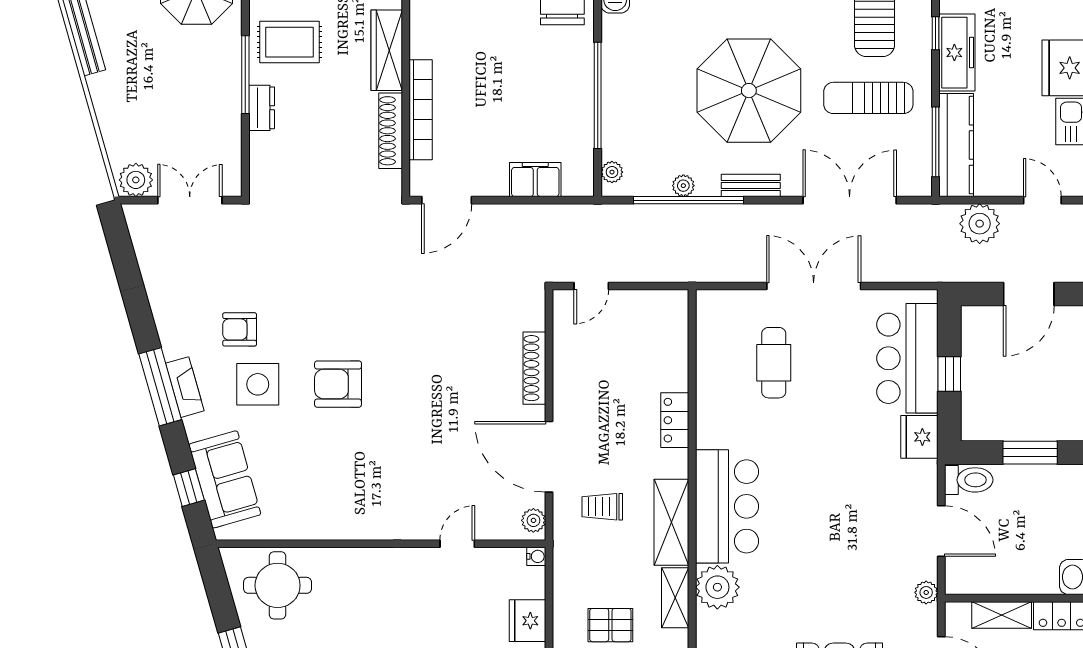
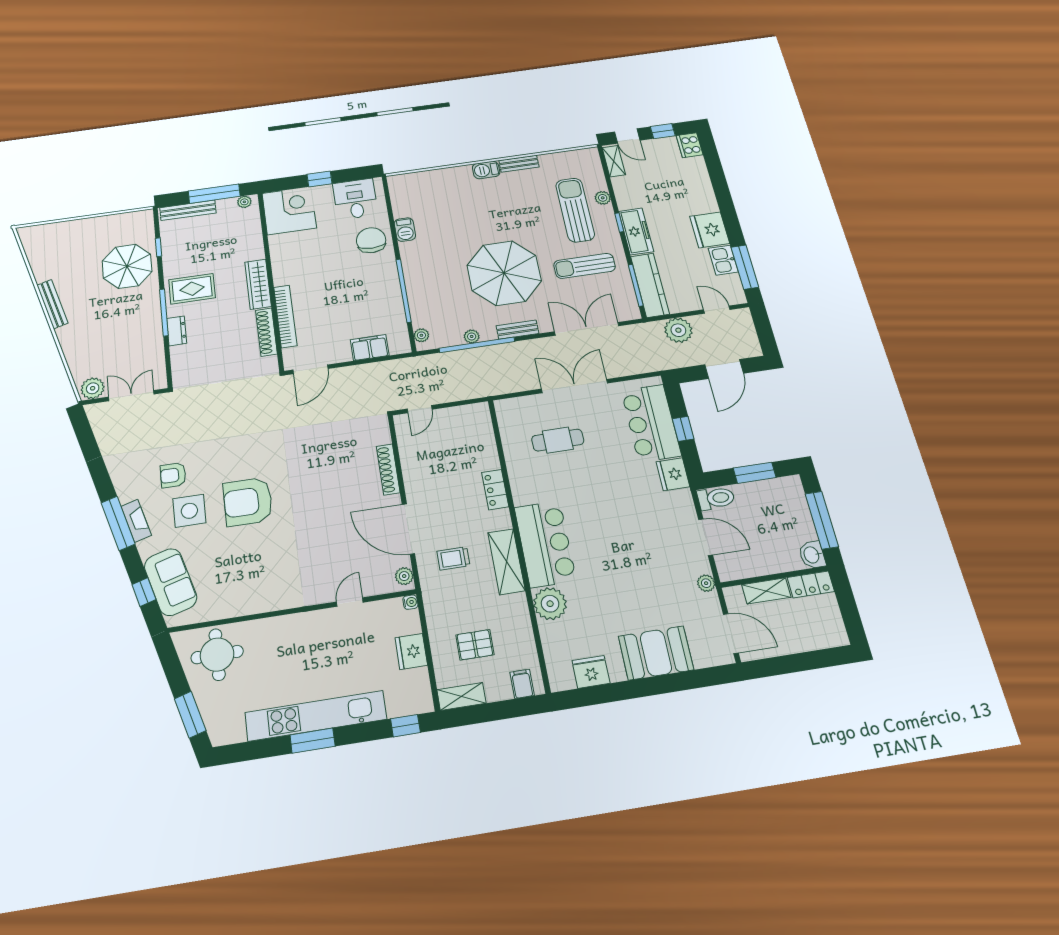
cafe table: (774, 363) -> (558, 440), turned 90
armchair: (338, 384) -> (248, 502), width x1.36, depth x1.36
shelving: (675, 598) -> (520, 617), removed

